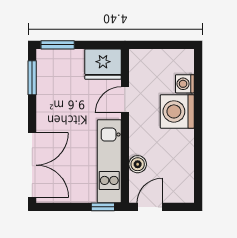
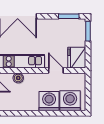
washing machine: (185, 84) -> (70, 101), width x1.89, depth x1.89

